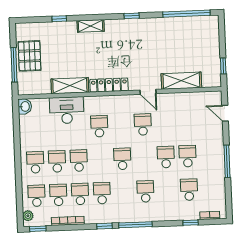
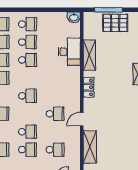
locker: (109, 85) -> (89, 87), width x0.66
school desk: (99, 126) -> (55, 150), moved

